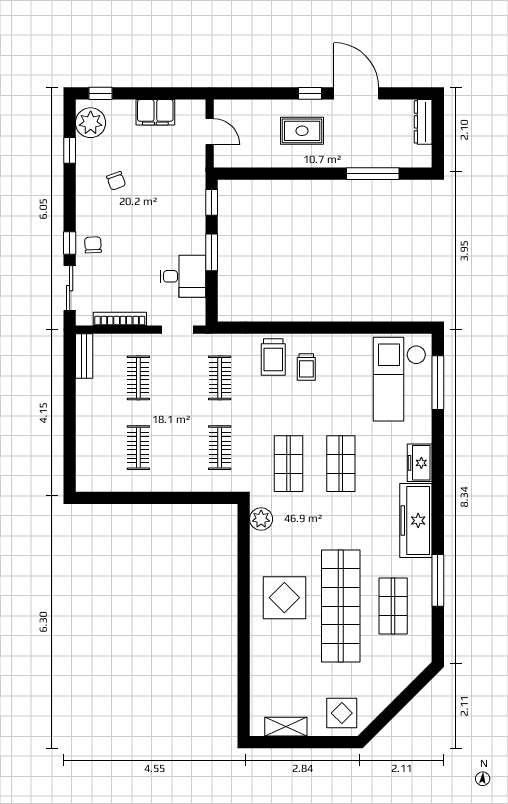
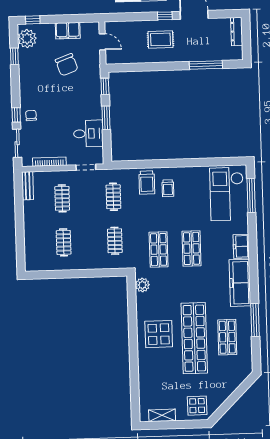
chair: (116, 181) -> (67, 65), moved, width x1.87, depth x1.87

